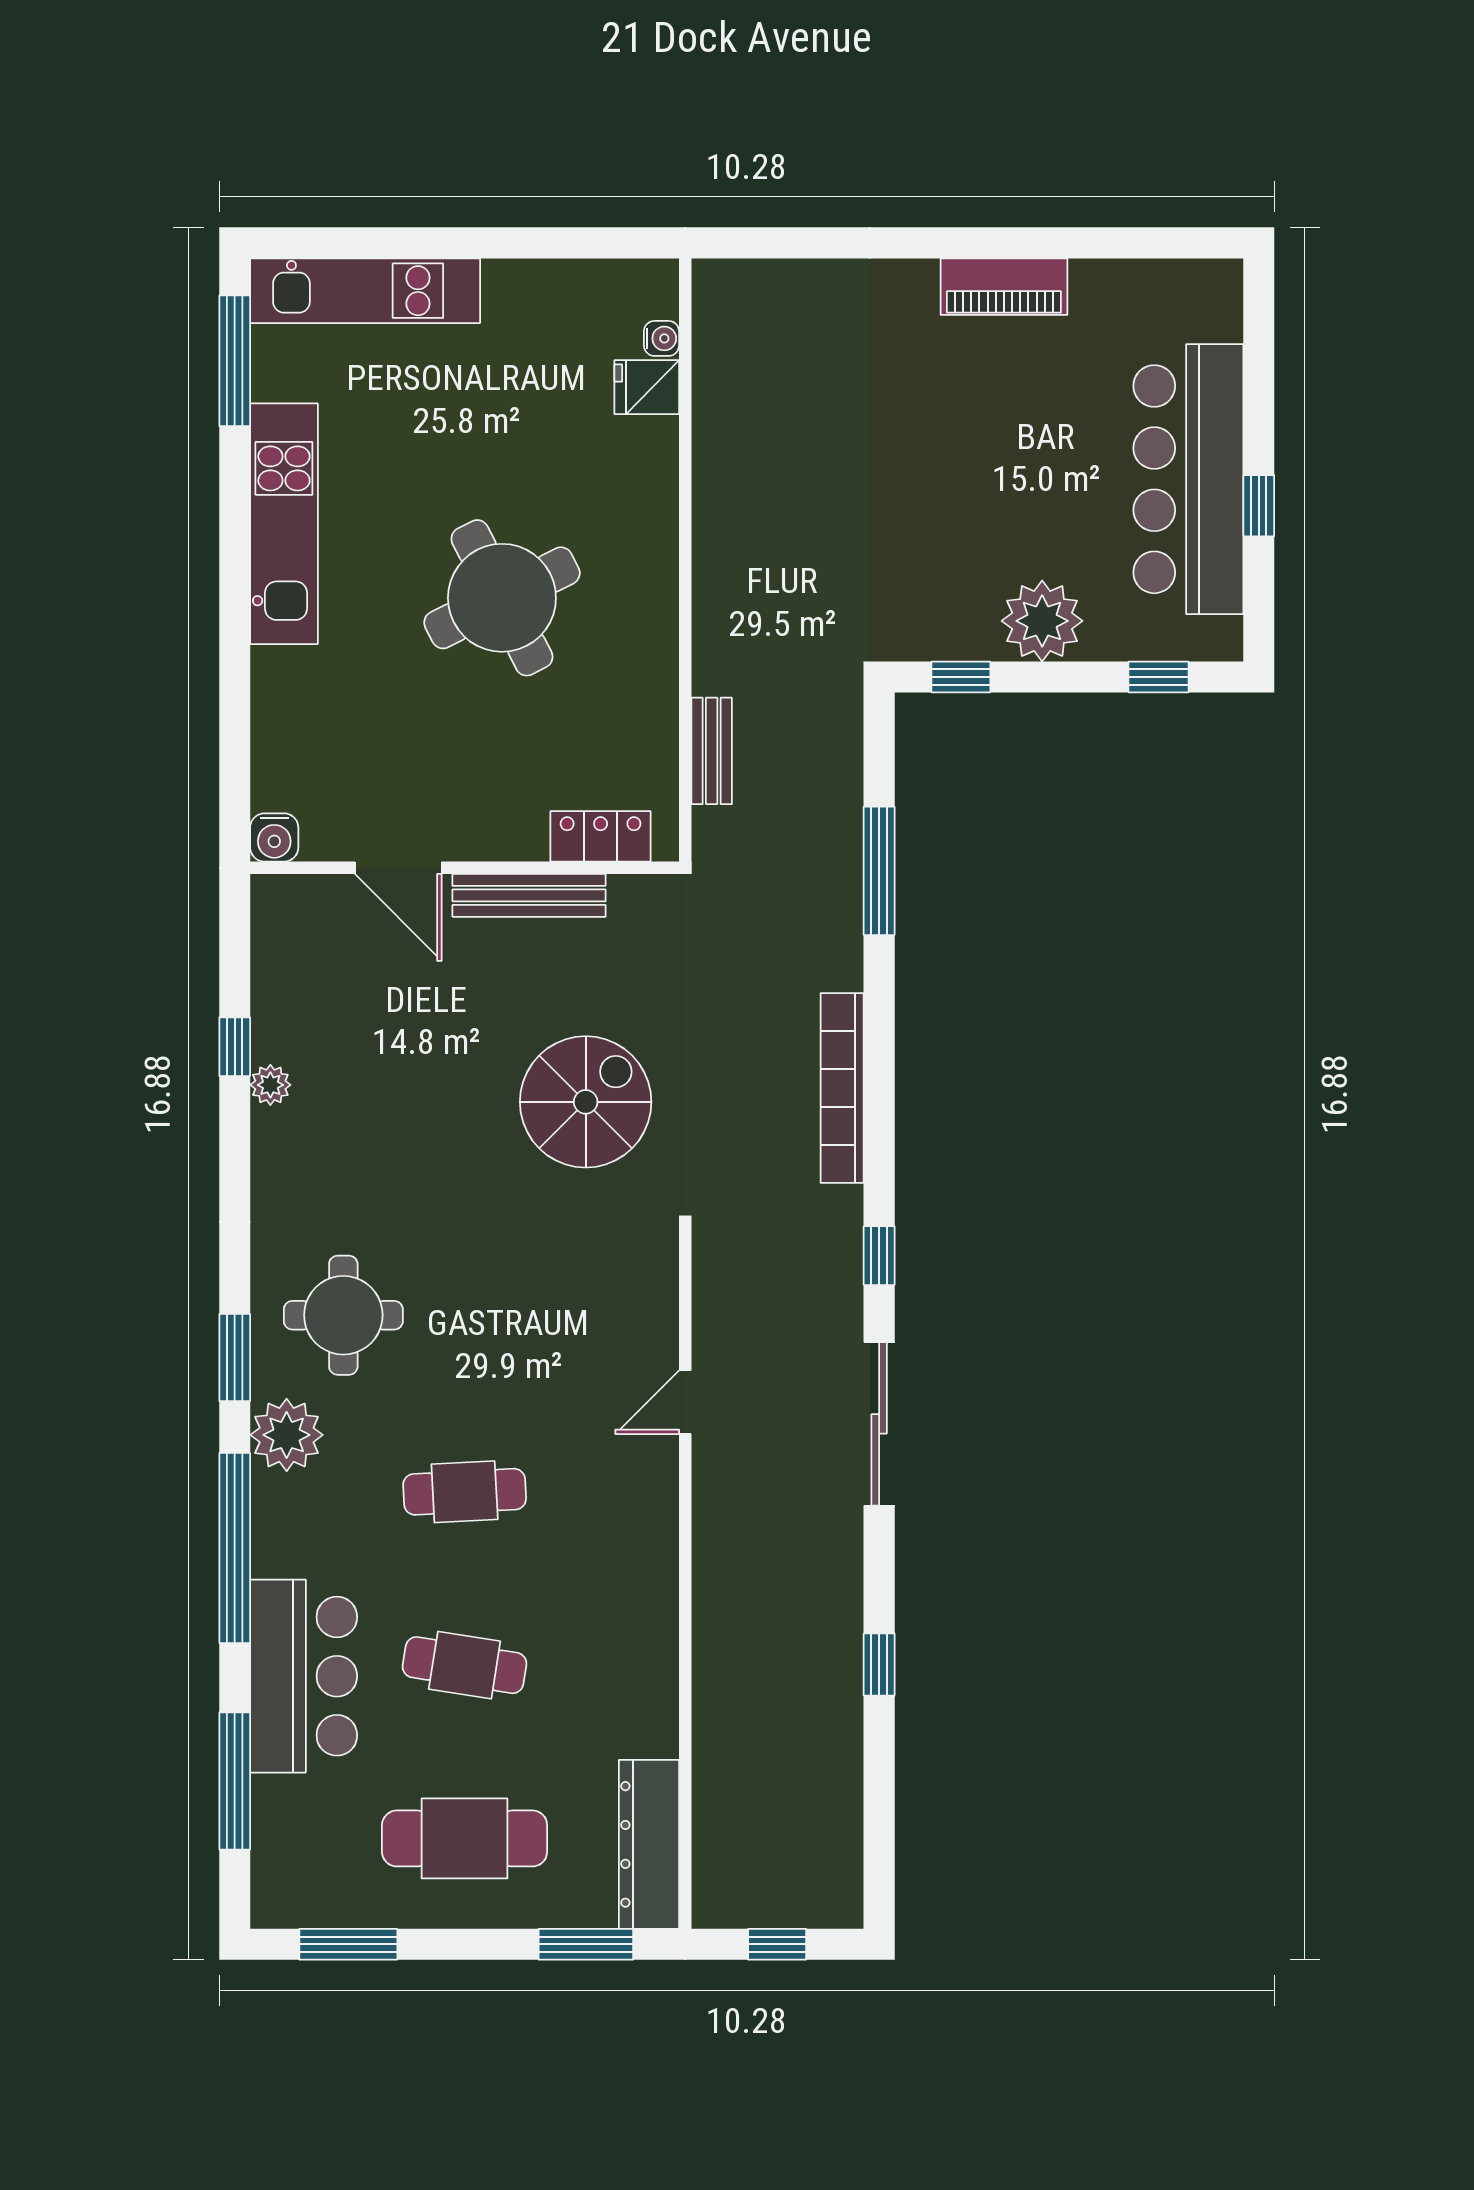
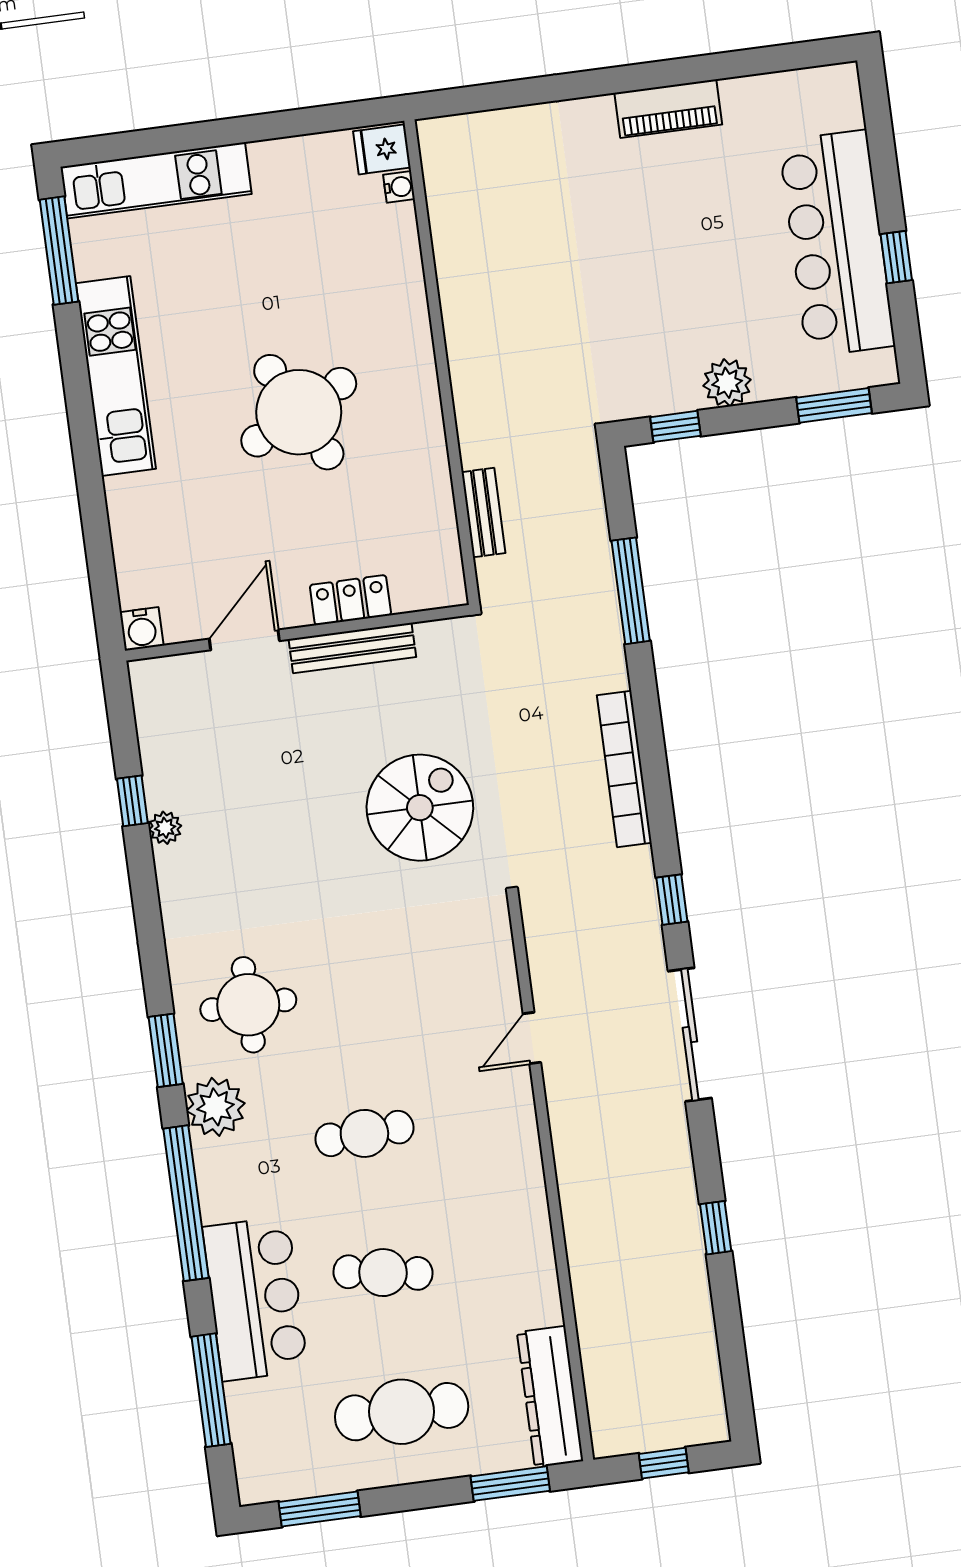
fridge: (647, 387) -> (382, 149), moved
plant: (1042, 621) -> (727, 383), width x0.73, depth x0.73
window: (1158, 677) -> (834, 405), width x1.50
locker: (601, 836) -> (350, 600), moved
door: (398, 868) -> (244, 640), swing flipped

